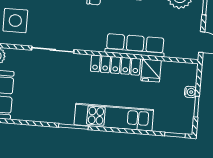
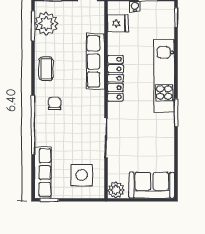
fridge: (151, 71) -> (118, 23), moved

